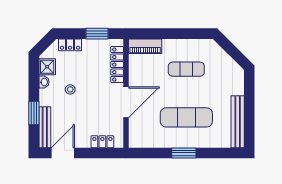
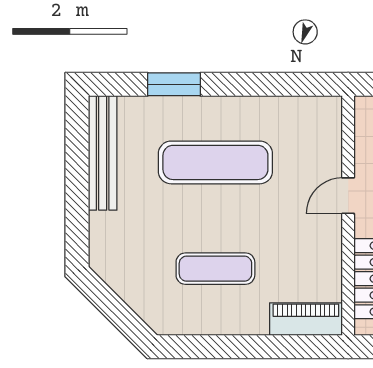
door: (126, 102) -> (348, 196), width x0.53
window: (184, 153) -> (174, 84), moved

